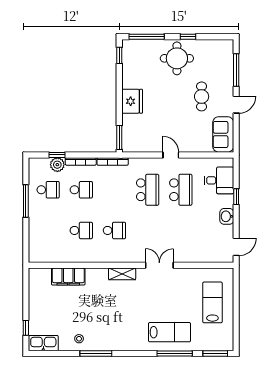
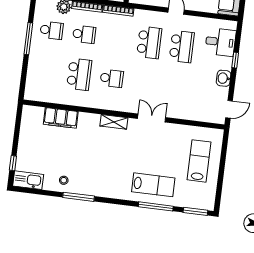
school desk: (81, 230) -> (79, 74), width x1.85

